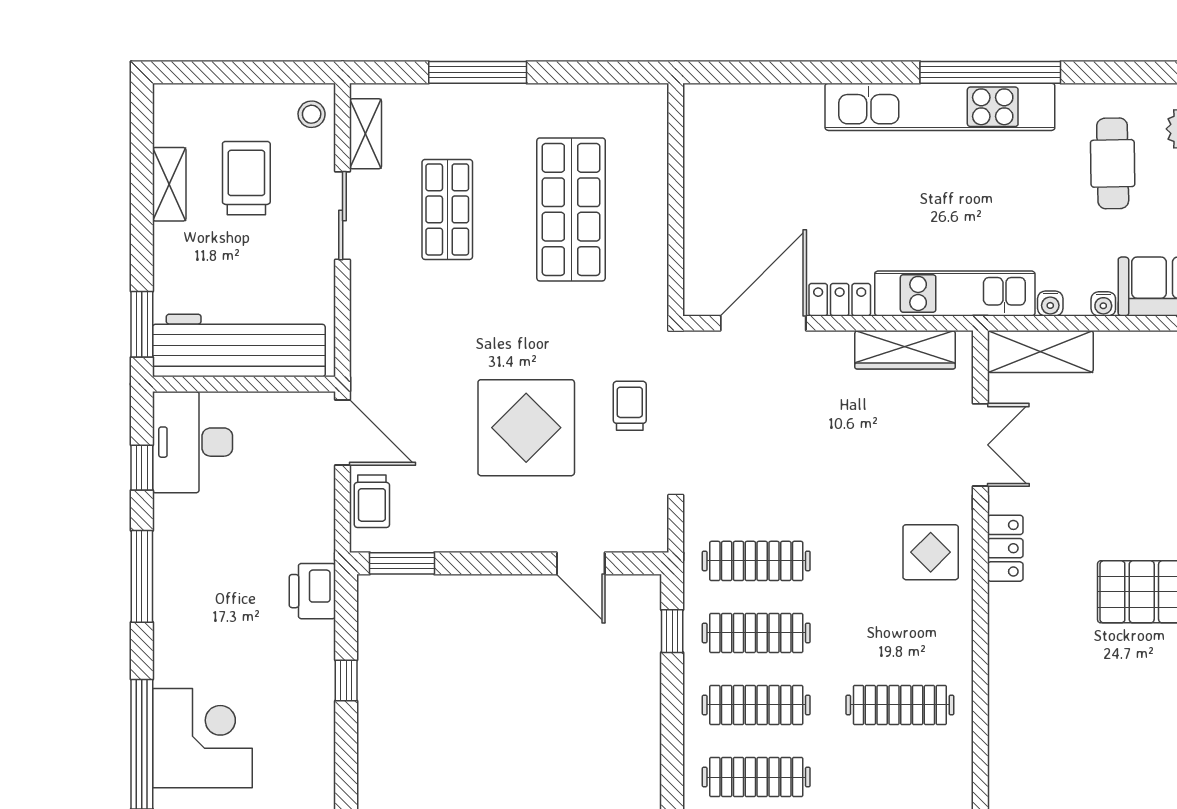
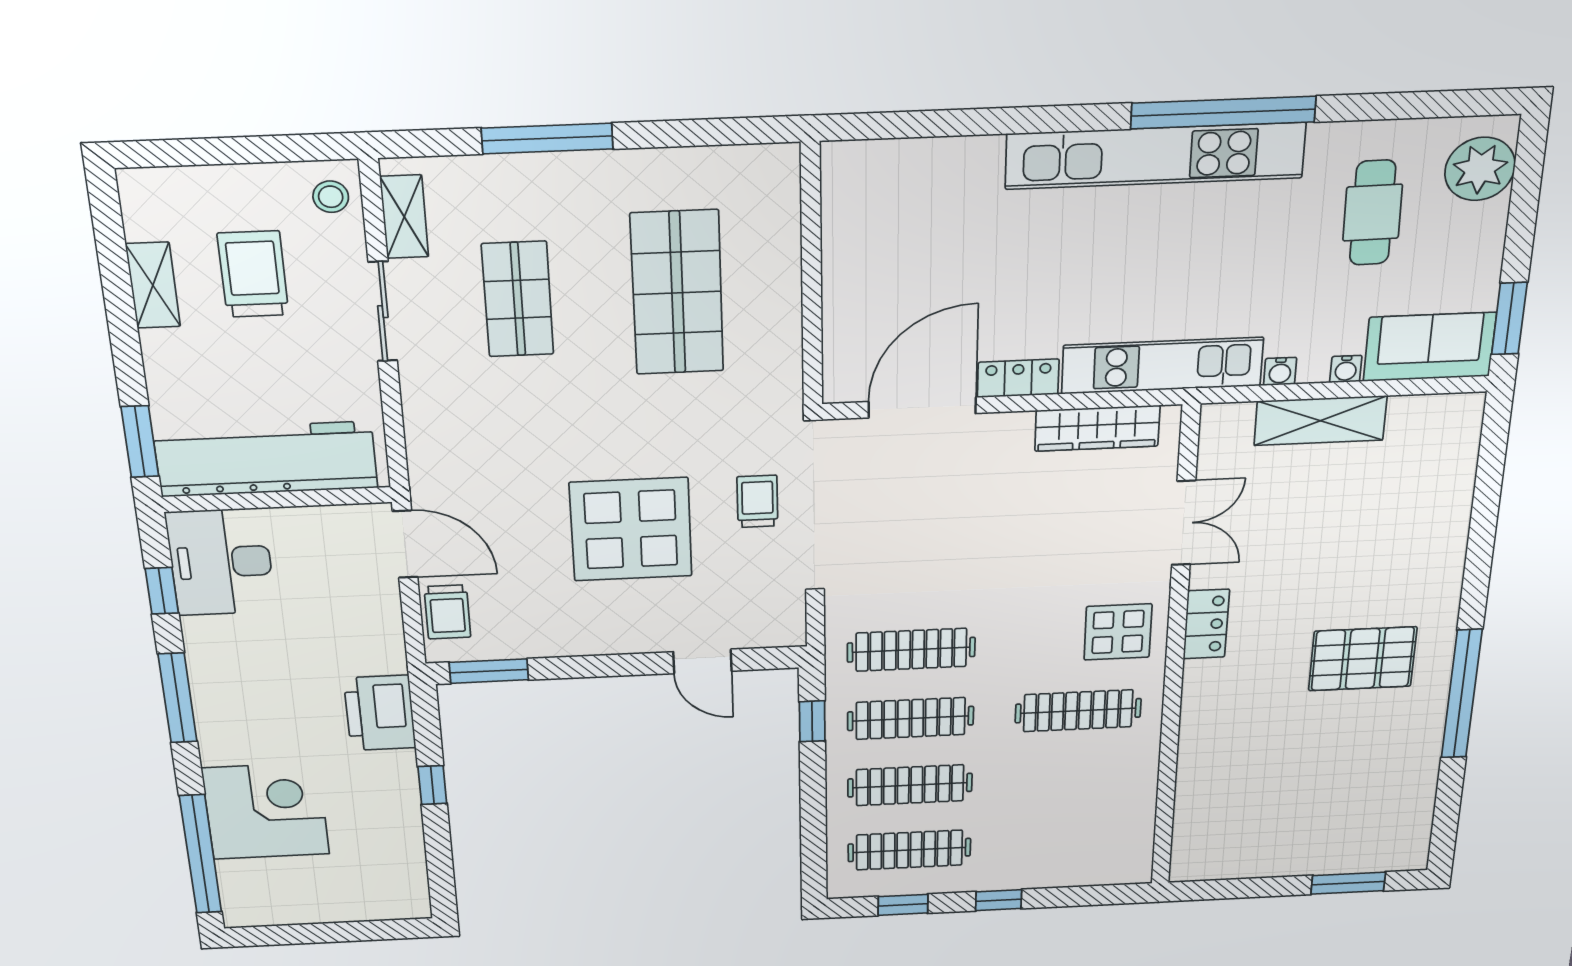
shelving: (1040, 351) -> (1320, 421), moved
printer: (312, 591) -> (380, 713), width x1.37, depth x1.19
clothes rail: (900, 705) -> (1078, 711), moved
corner desk: (202, 738) -> (266, 811), moved

